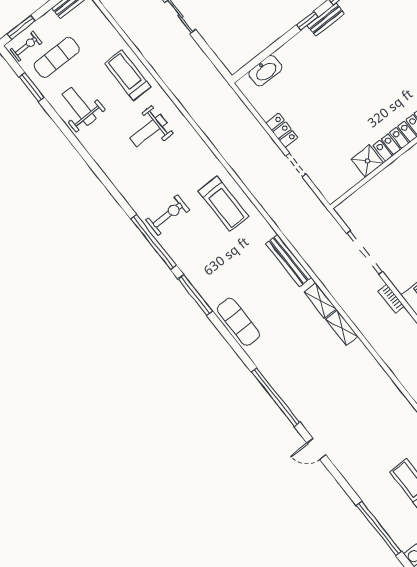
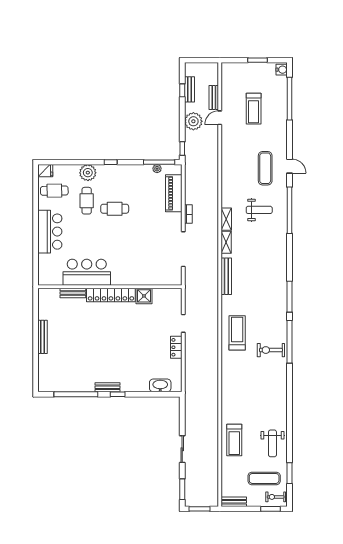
weight bench: (148, 130) -> (259, 210), moved
exercise mat: (238, 322) -> (265, 168), moved

